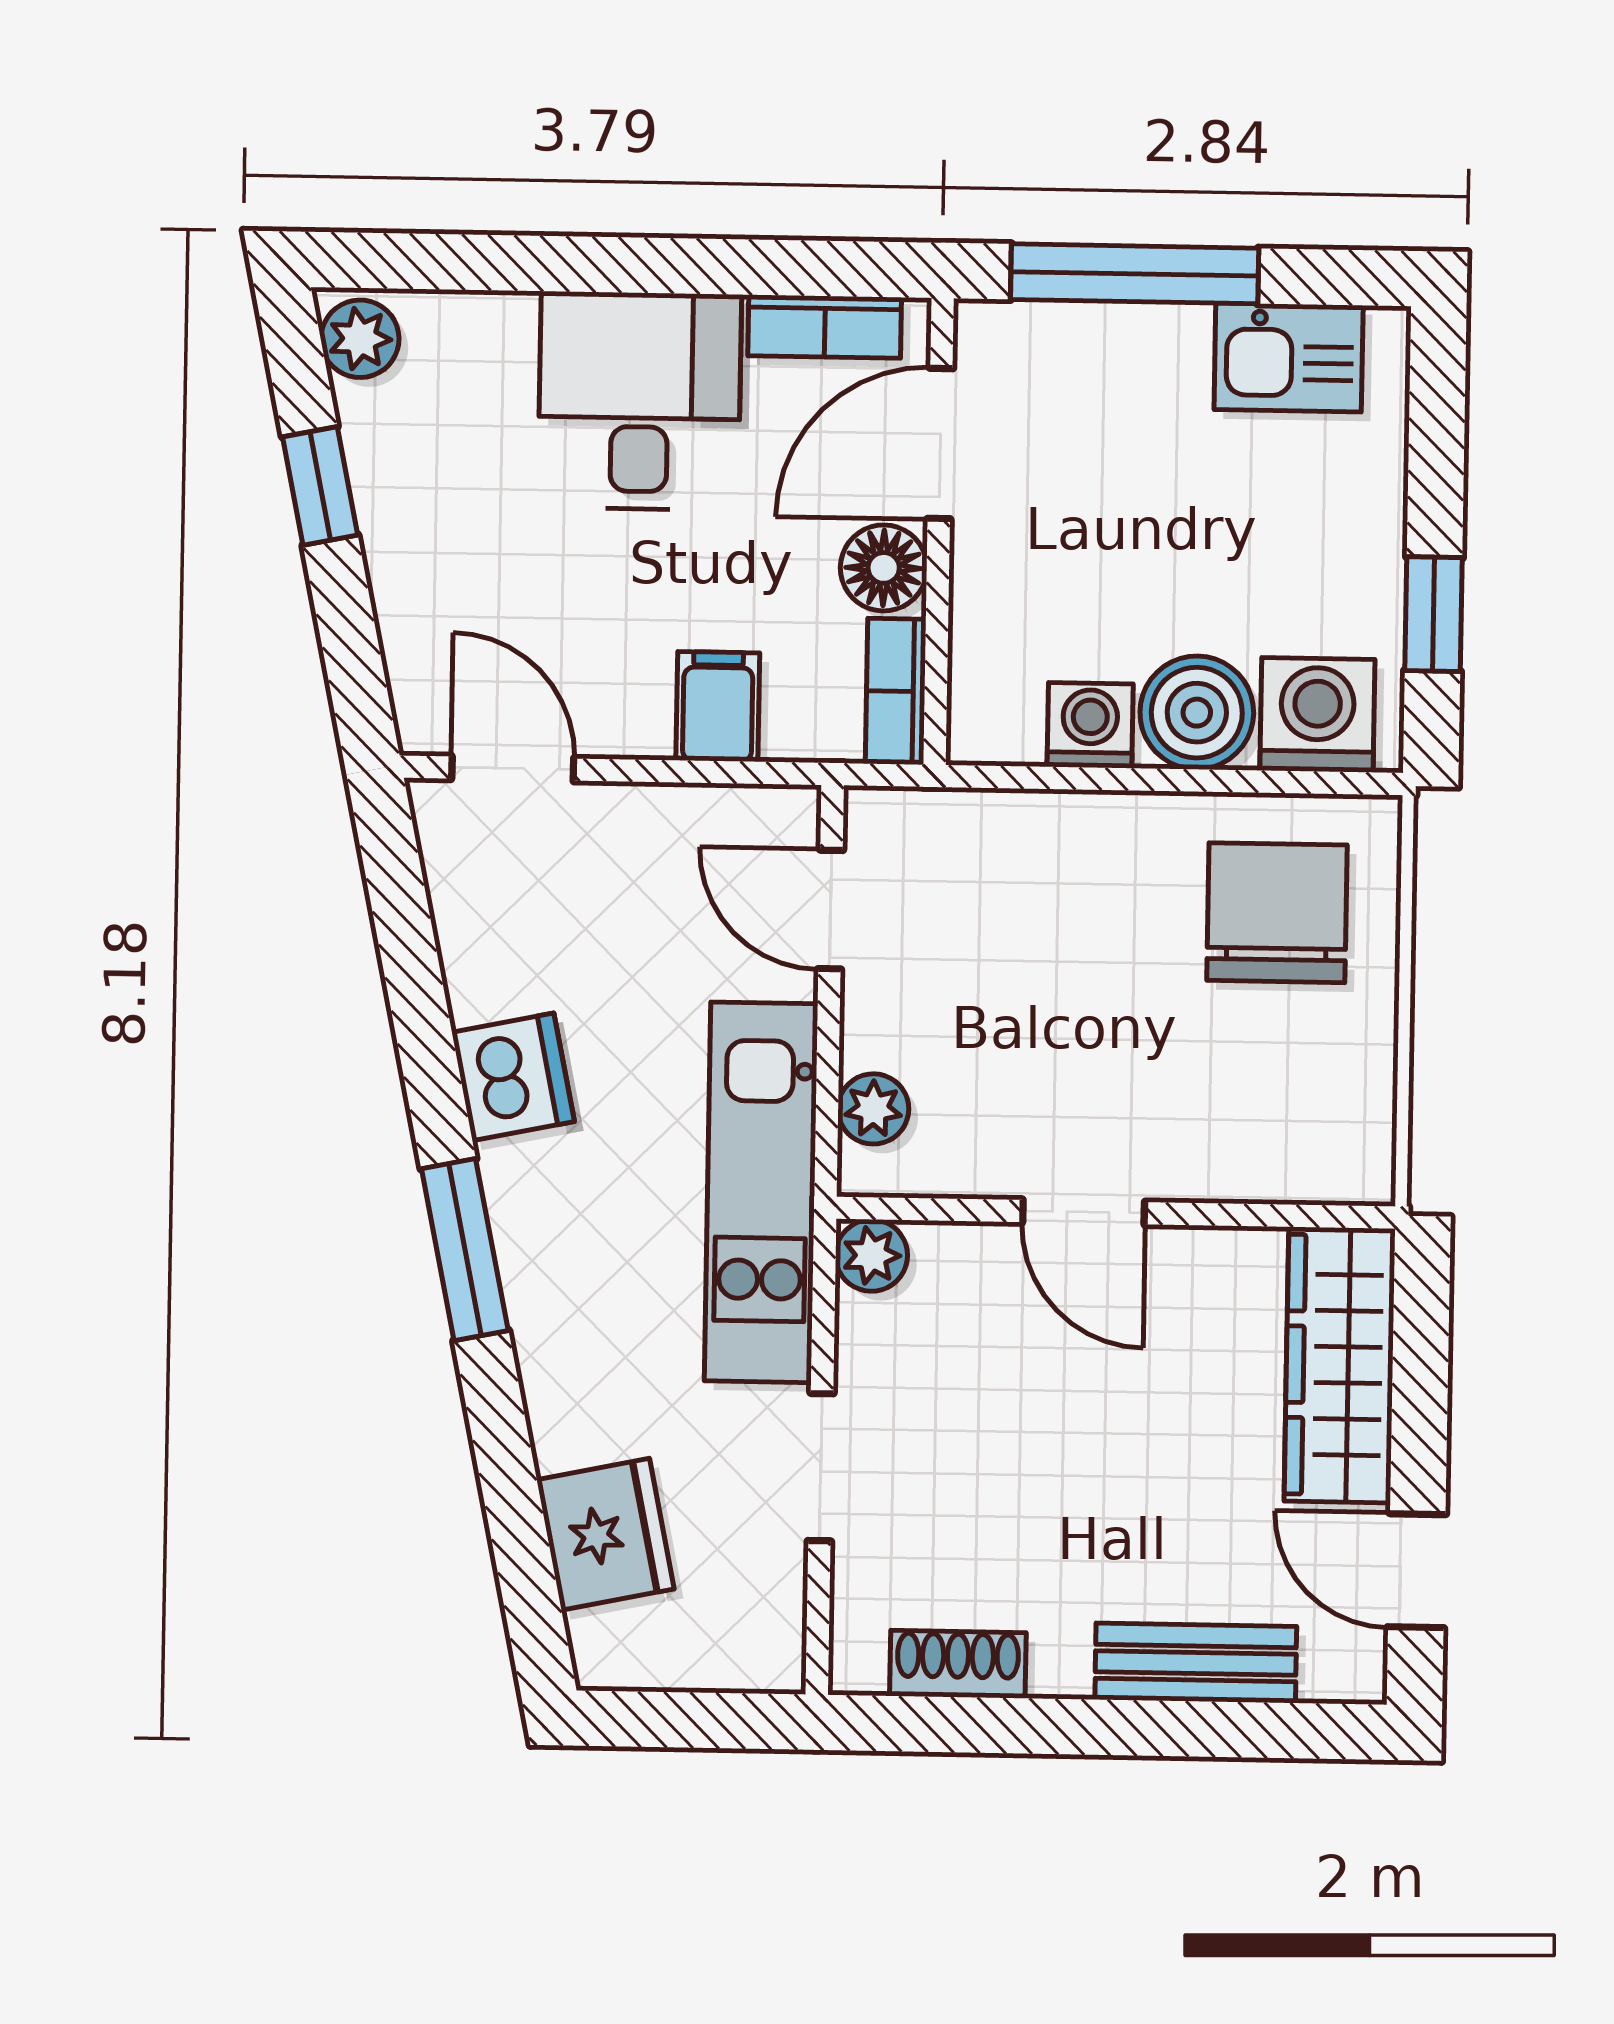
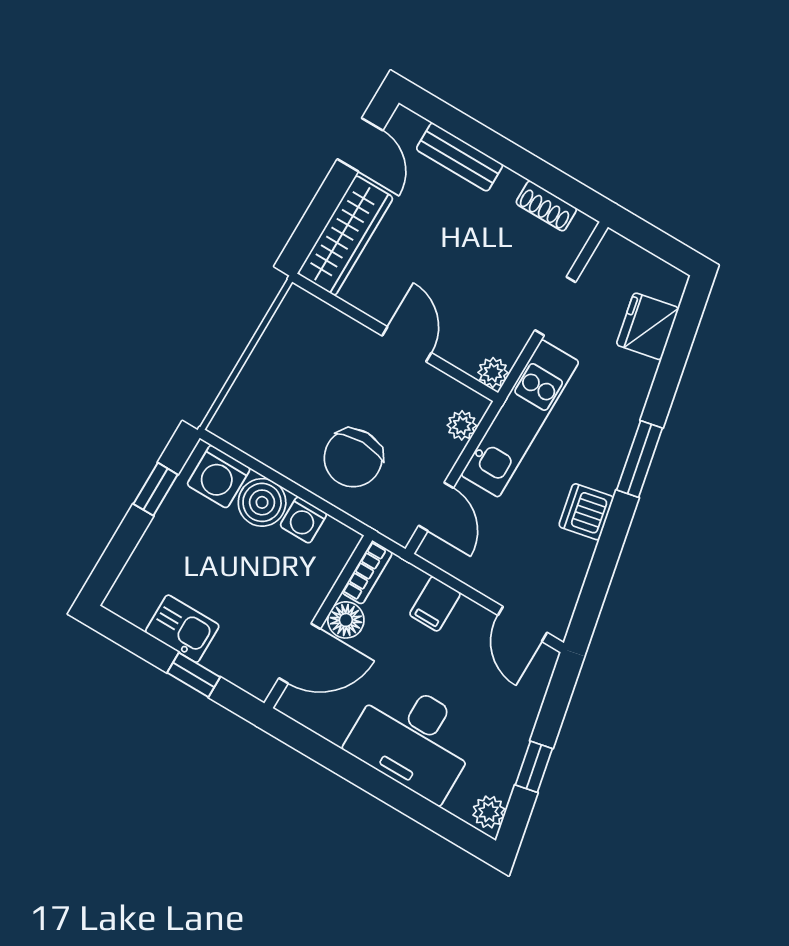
window: (1135, 274) -> (194, 675), width x0.46
bookcase: (825, 327) -> (317, 720), removed
kitchen sink: (1289, 358) -> (182, 629), moved
desk: (640, 401) -> (413, 739), width x1.37
chair: (1277, 913) -> (353, 458), moved

